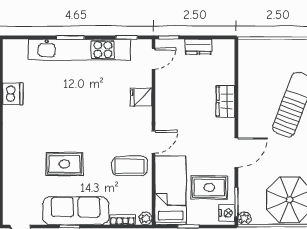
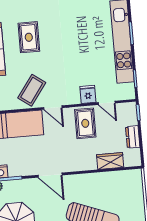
door: (153, 59) -> (107, 103), moved
wardrobe: (225, 101) -> (110, 161), moved
coffee table: (130, 166) -> (32, 90), turned 37
rug: (209, 188) -> (85, 123), moved

